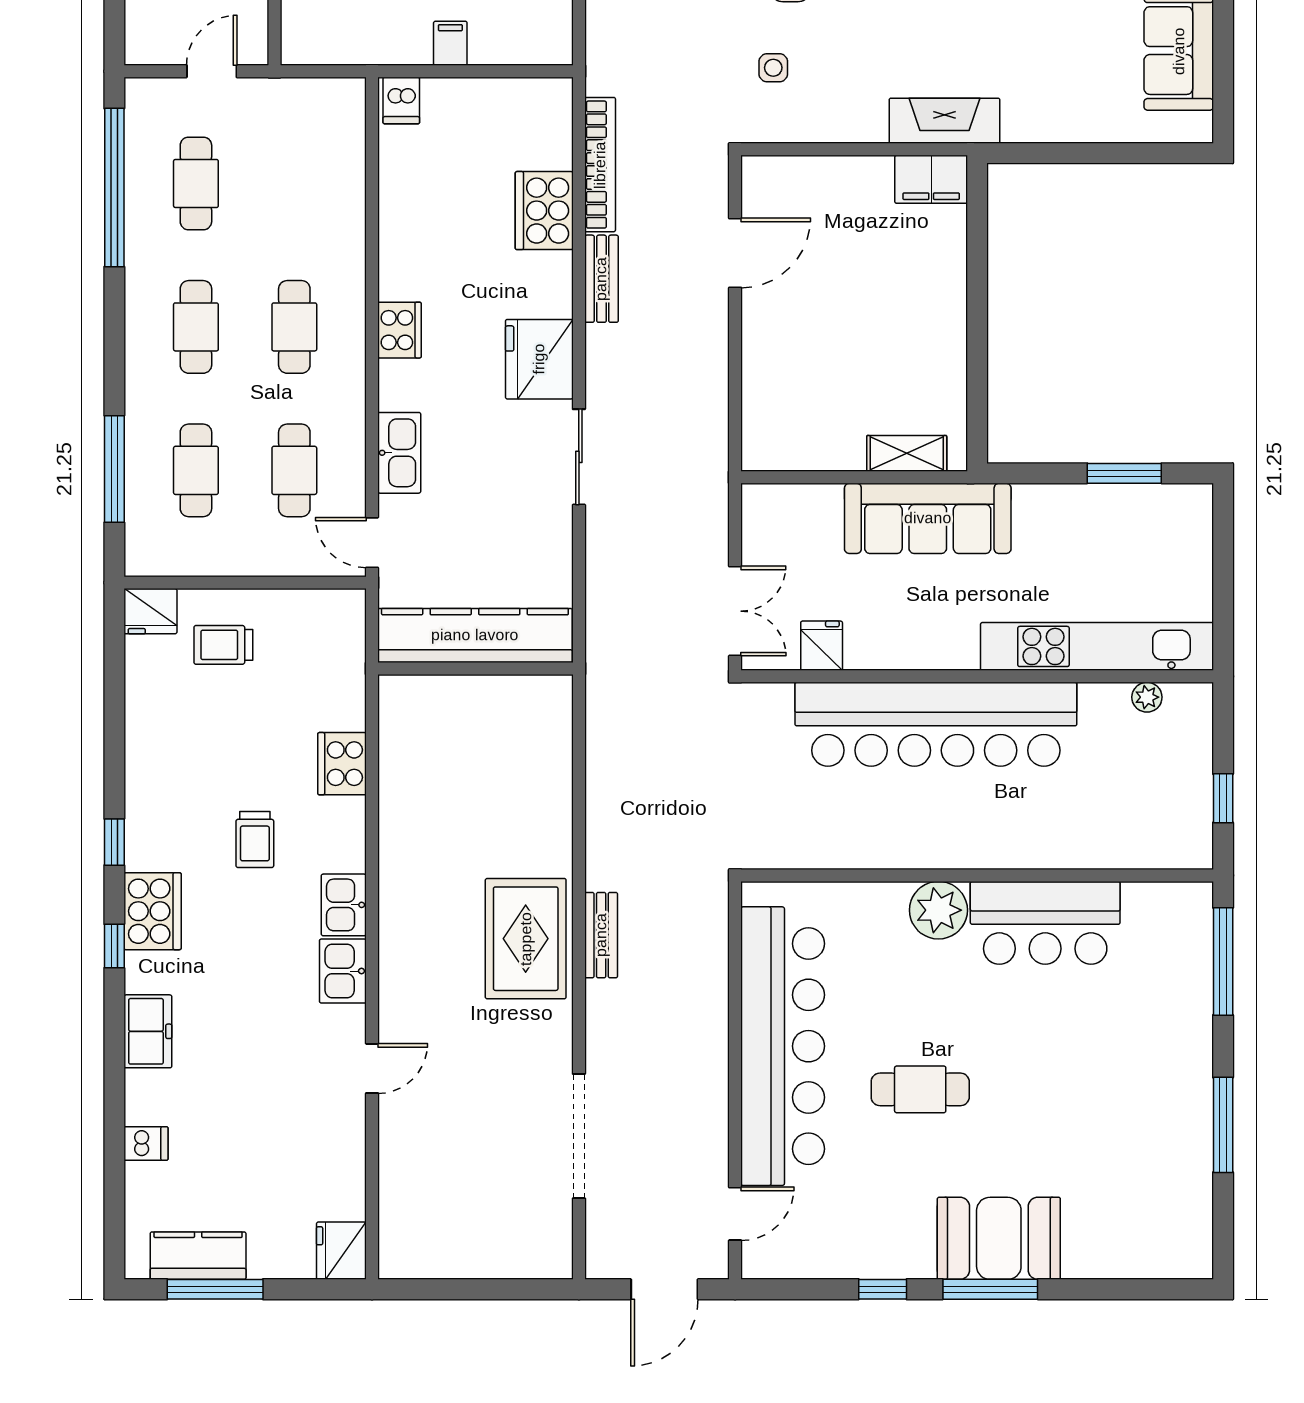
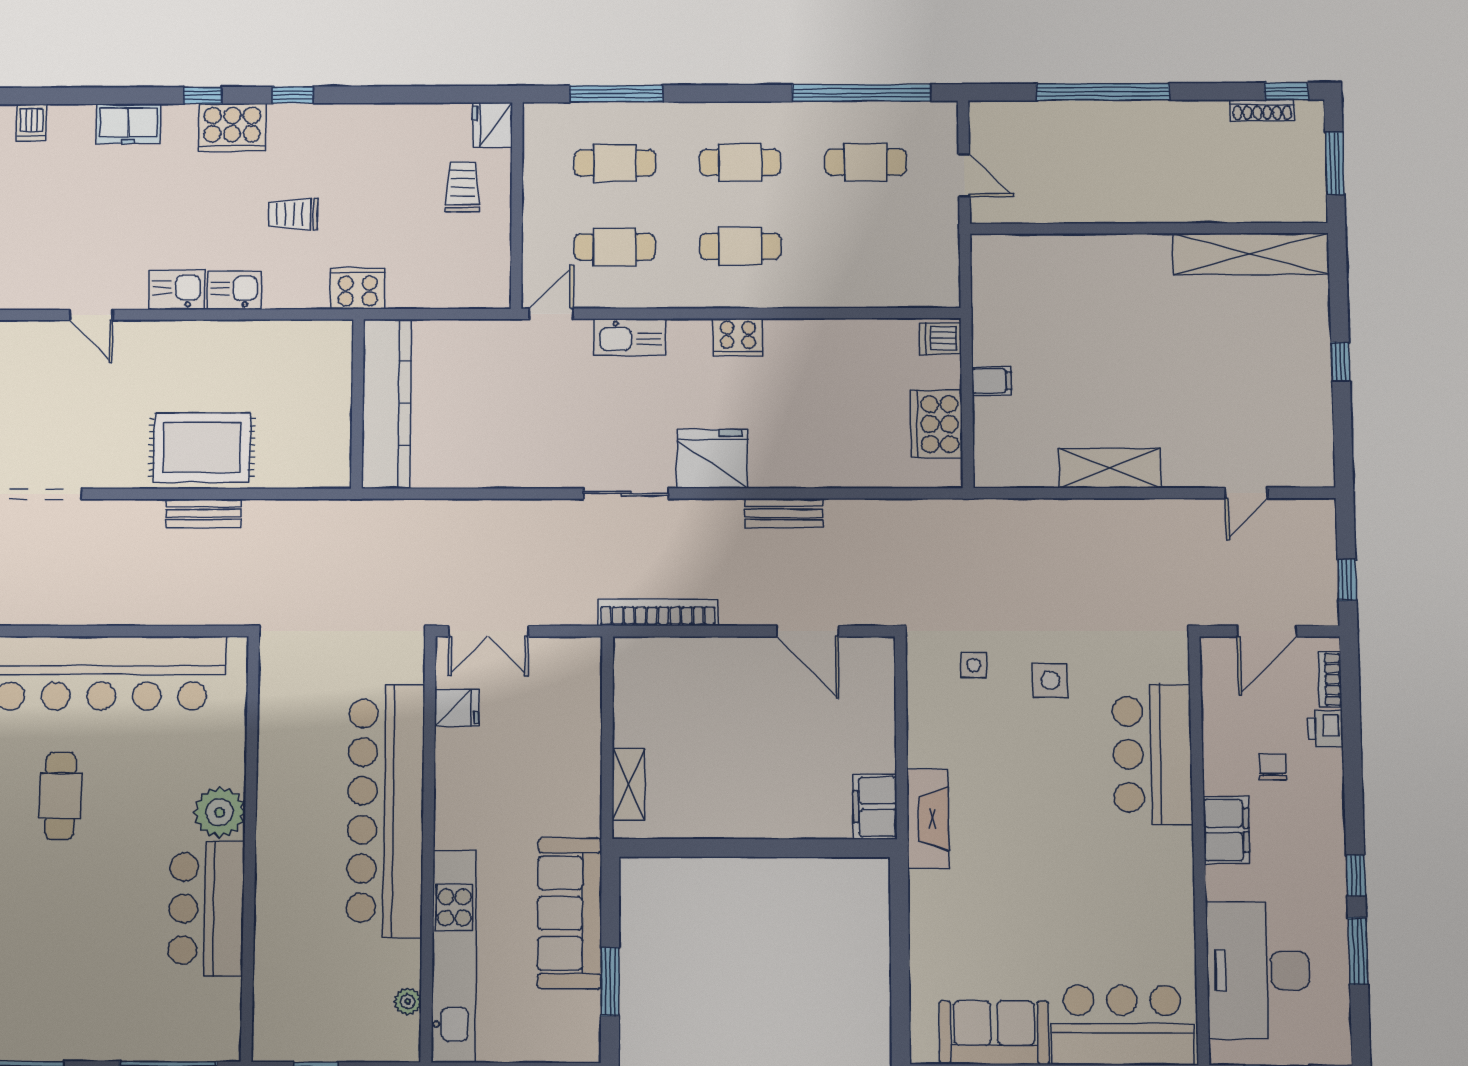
bookcase: (600, 165) -> (658, 612), moved, turned 180
cooker: (544, 211) -> (937, 424), moved, turned -90
sofa: (928, 518) -> (570, 913), moved
kitchen counter: (475, 635) -> (386, 403), moved
wall: (475, 669) -> (357, 404), moved

